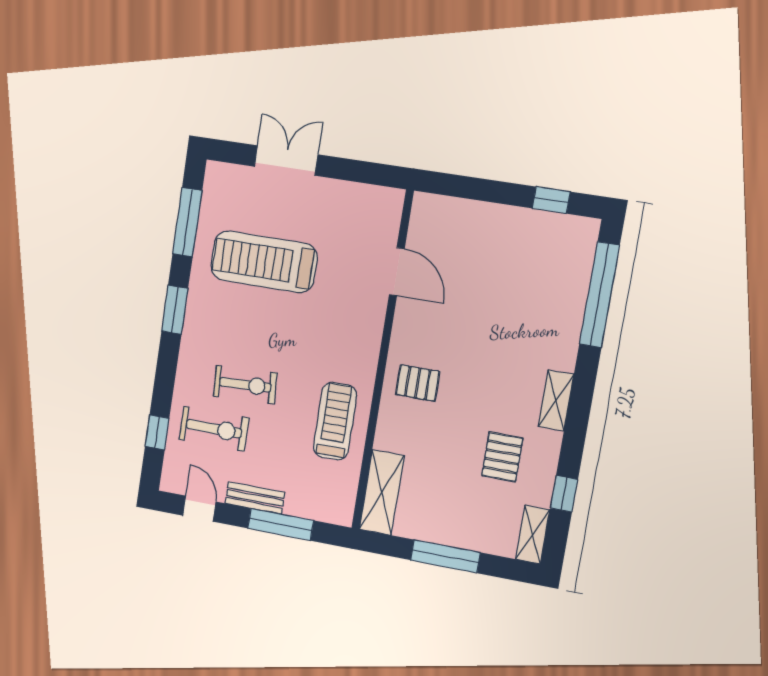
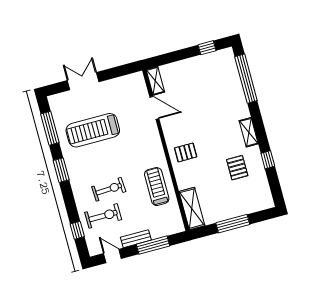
window: (564, 494) -> (268, 160), moved
shelving: (533, 535) -> (155, 81), moved

